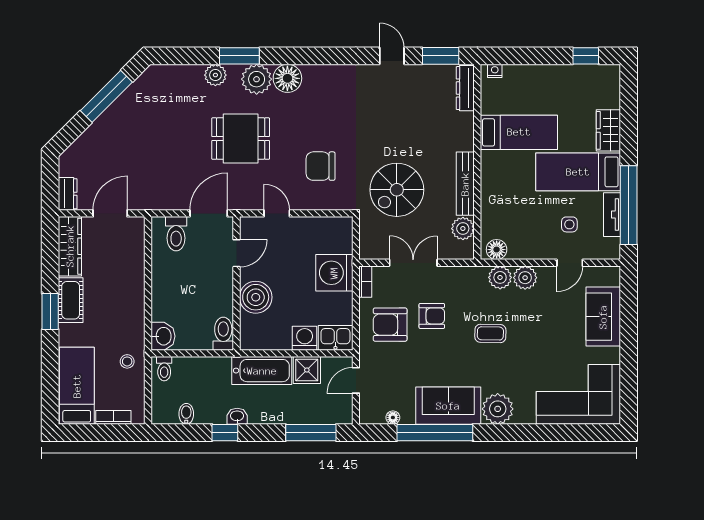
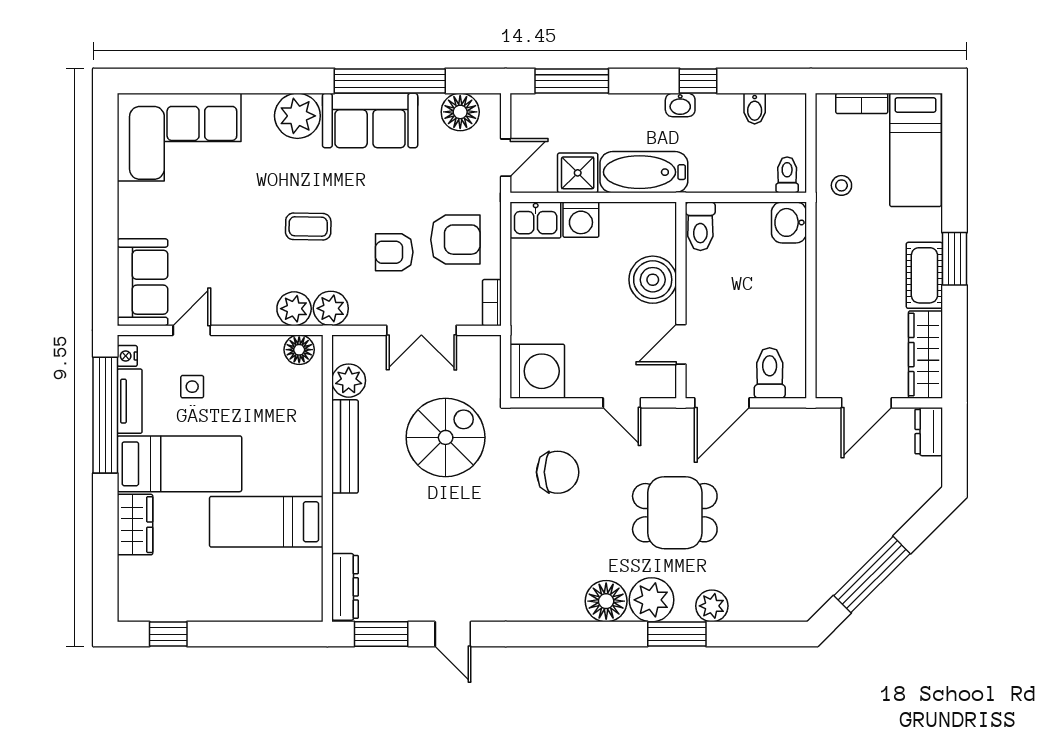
nightstand: (495, 71) -> (127, 356), moved, turned 90
washing machine: (334, 273) -> (537, 371), moved
plant: (525, 278) -> (331, 308), moved
sofa: (603, 317) -> (142, 282), moved
floor lamp: (393, 418) -> (460, 112), width x1.89, depth x1.89

